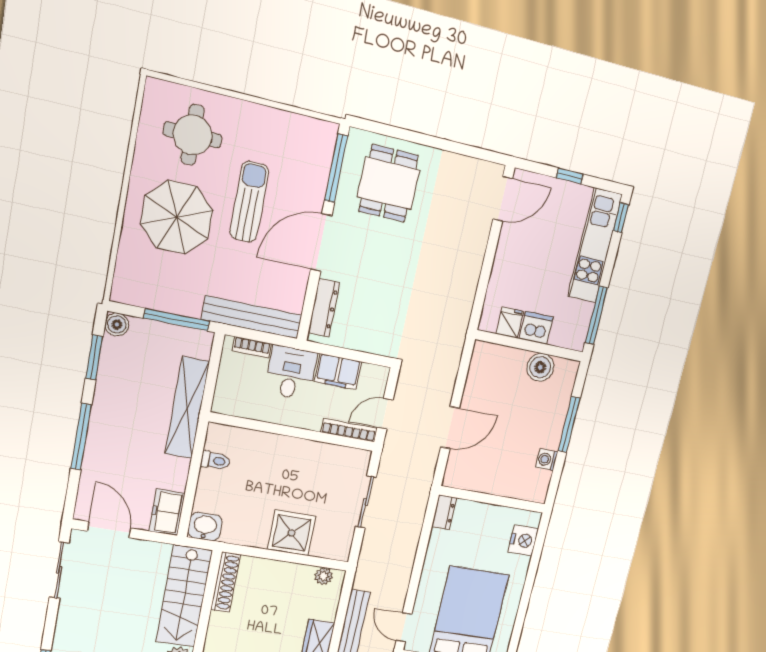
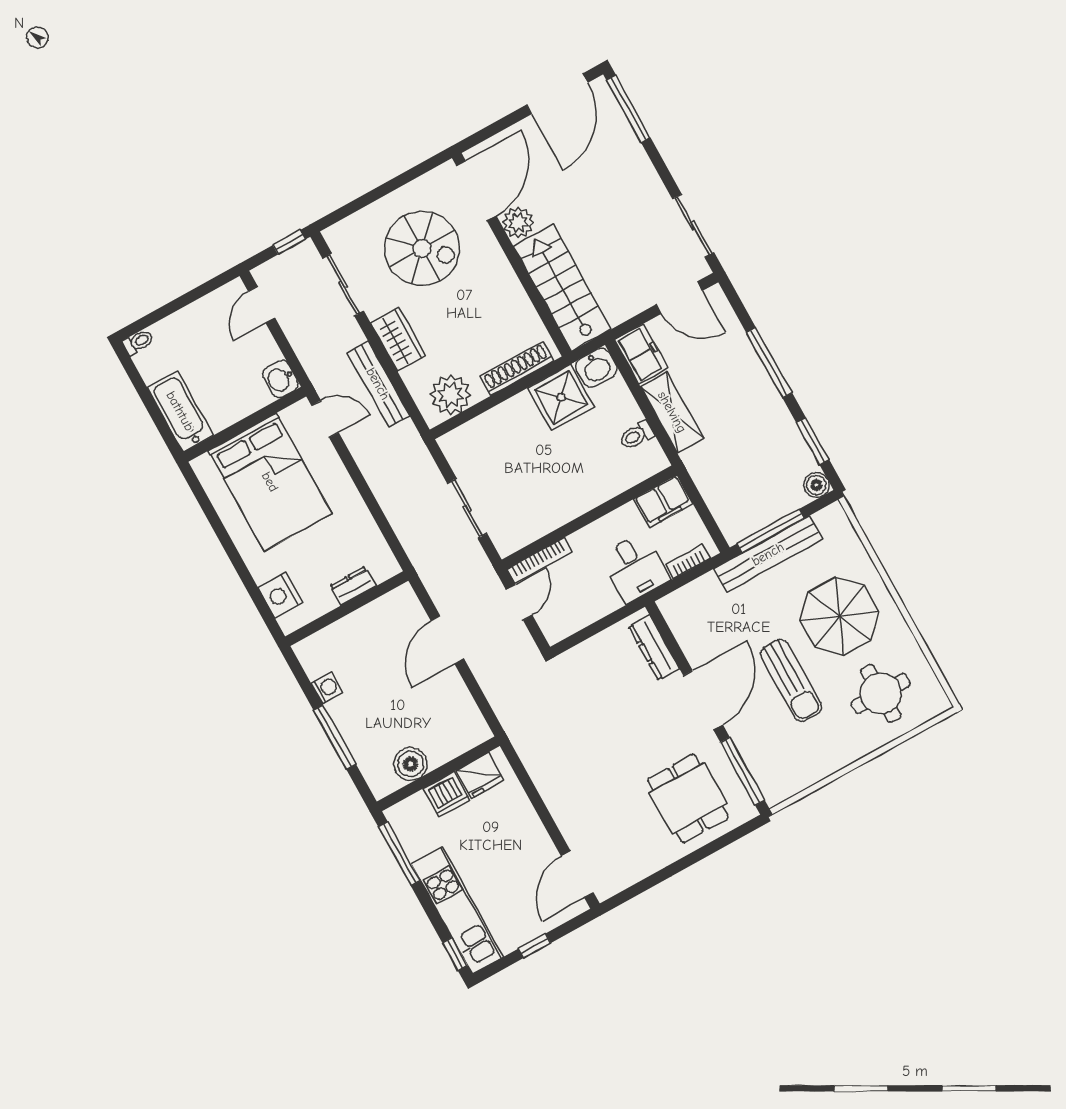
bench: (252, 317) -> (768, 554), moved
fridge: (510, 323) -> (480, 775), width x1.38
filing cabinet: (338, 372) -> (663, 501), moved, turned 180
shelving: (187, 408) -> (672, 412), moved, width x0.68
dresser: (444, 512) -> (353, 586), moved, turned 90
shower: (292, 533) -> (561, 397), moved
plant: (324, 576) -> (451, 395), width x1.88, depth x1.88
shoe rack: (226, 582) -> (517, 369), moved, turned 90

